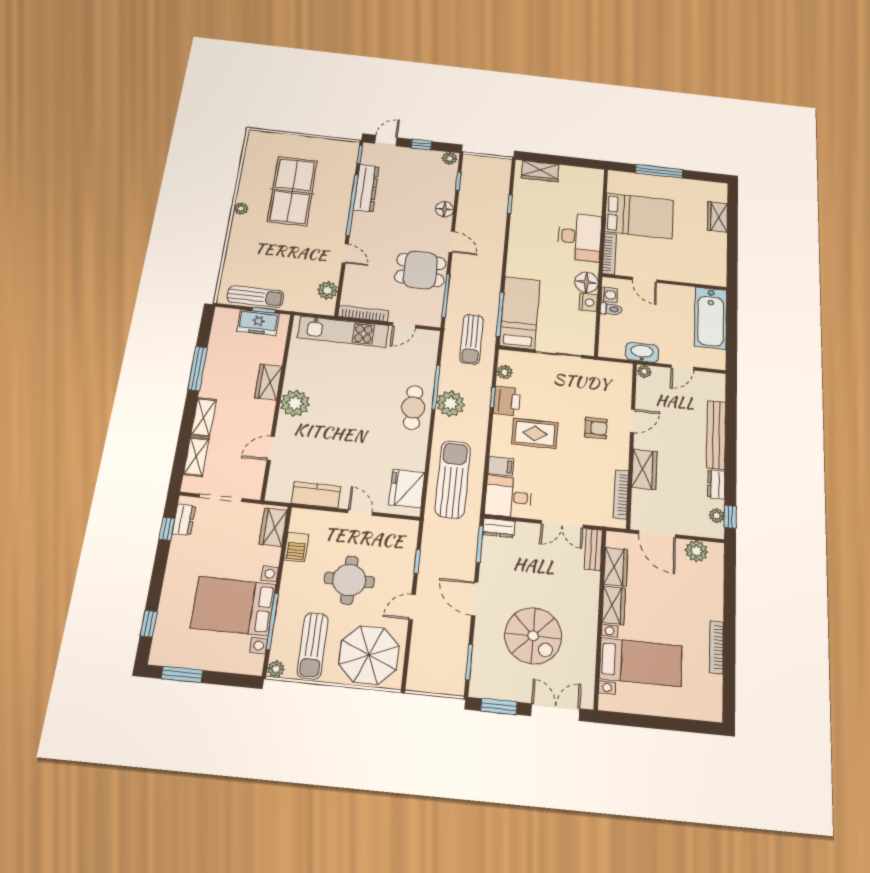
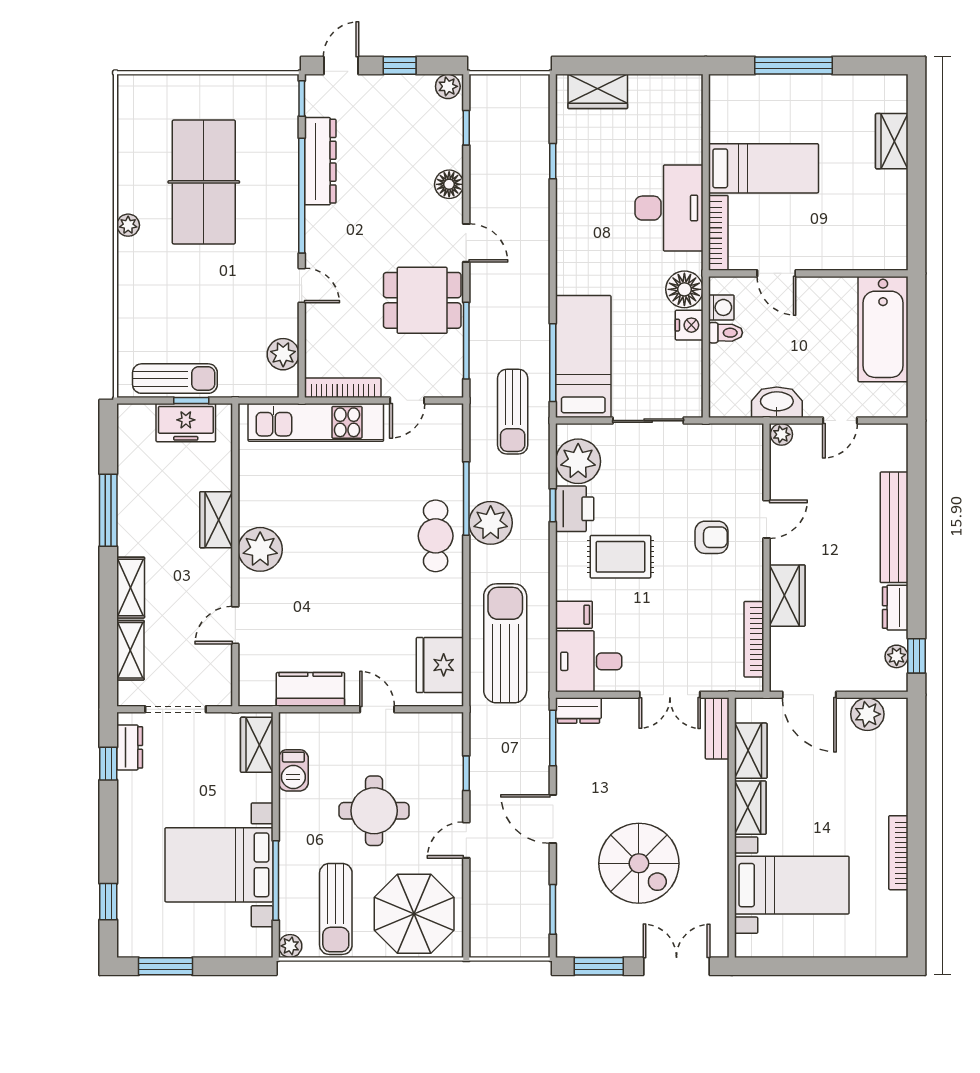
bed: (639, 216) -> (764, 168), width x0.67
plant: (505, 372) -> (578, 461), width x1.87, depth x1.87

